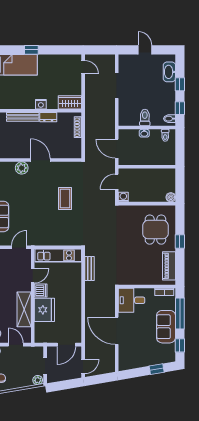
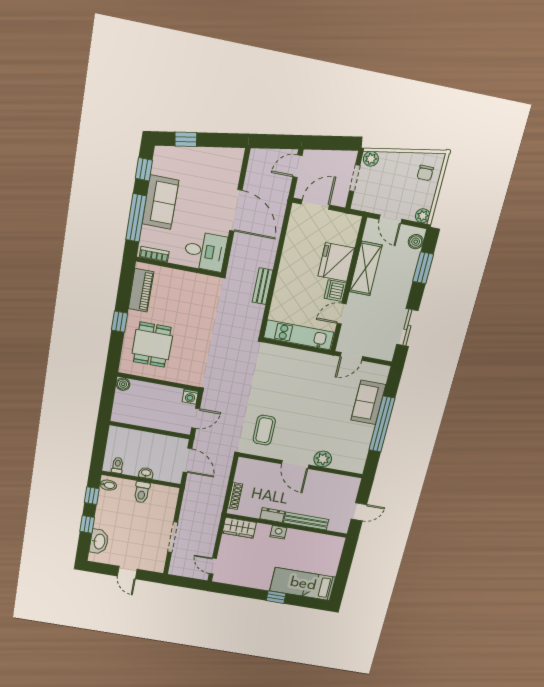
coffee table: (65, 198) -> (264, 430), moved
bench: (89, 269) -> (262, 286), moved

